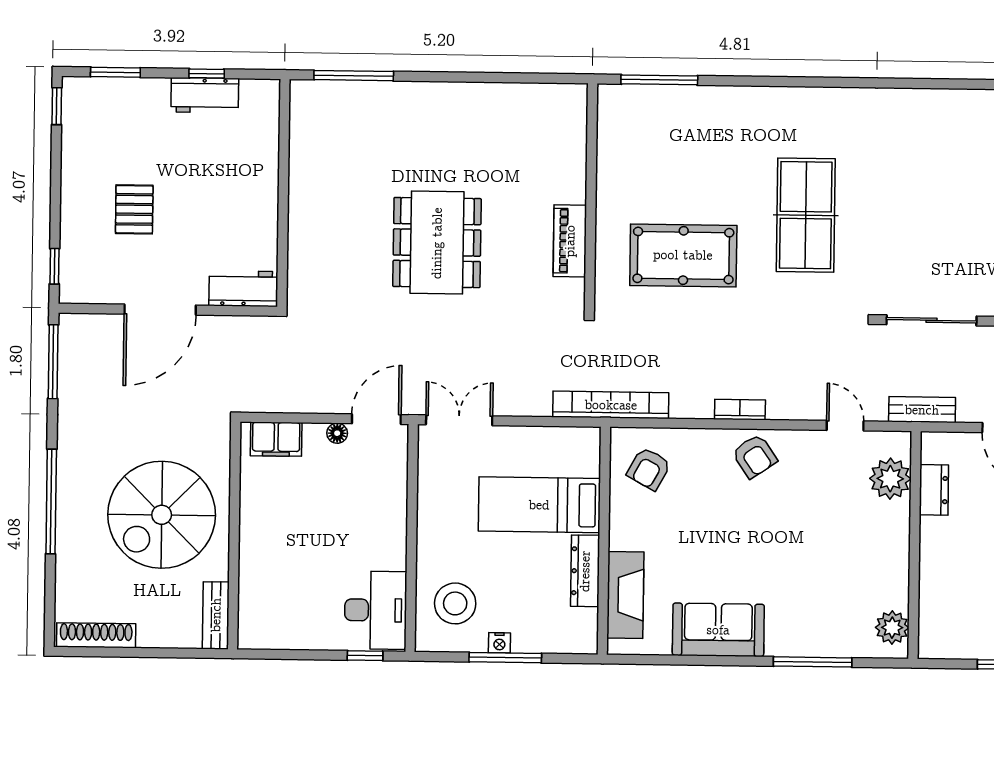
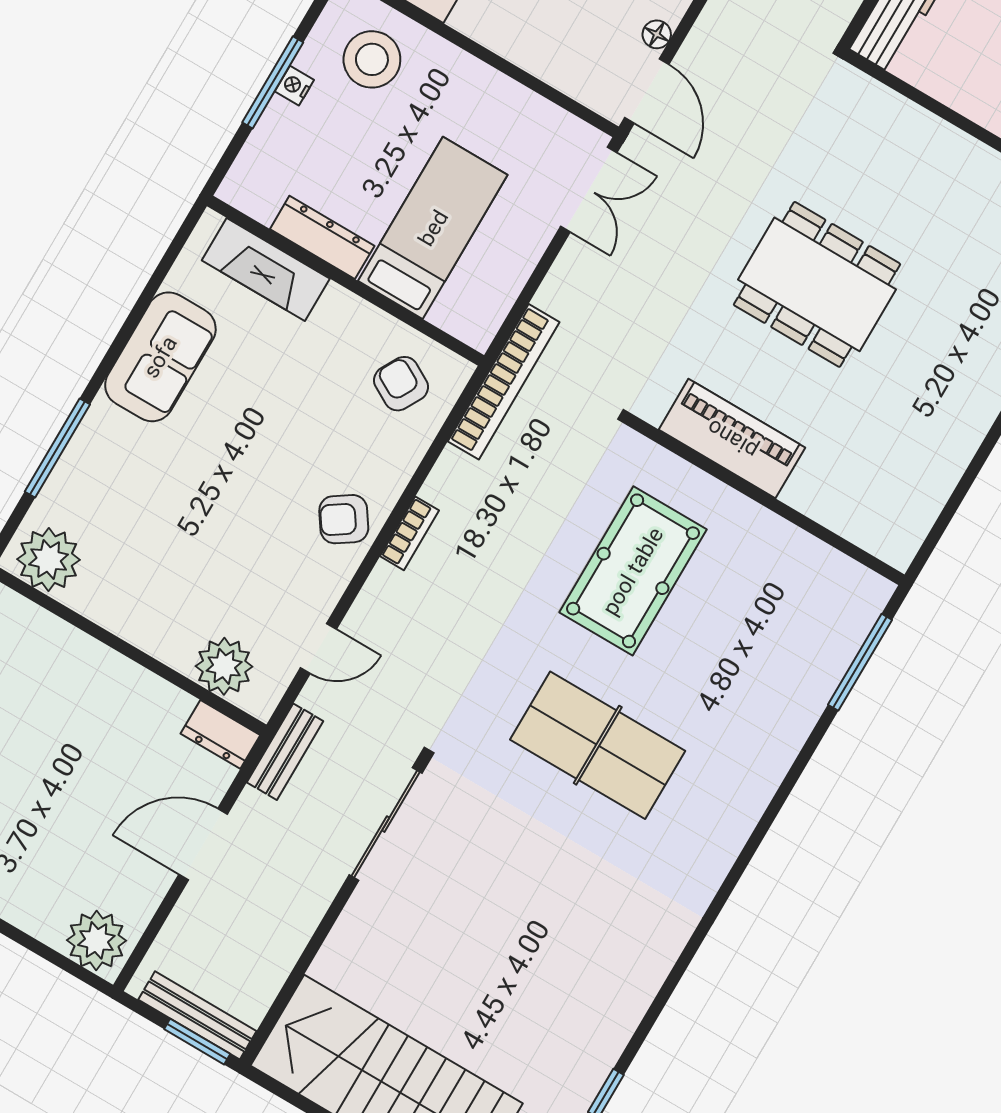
piano: (570, 241) -> (732, 439), width x1.37, depth x1.33
dresser: (934, 490) -> (220, 734), moved
plant: (892, 628) -> (49, 560), width x1.36, depth x1.36

